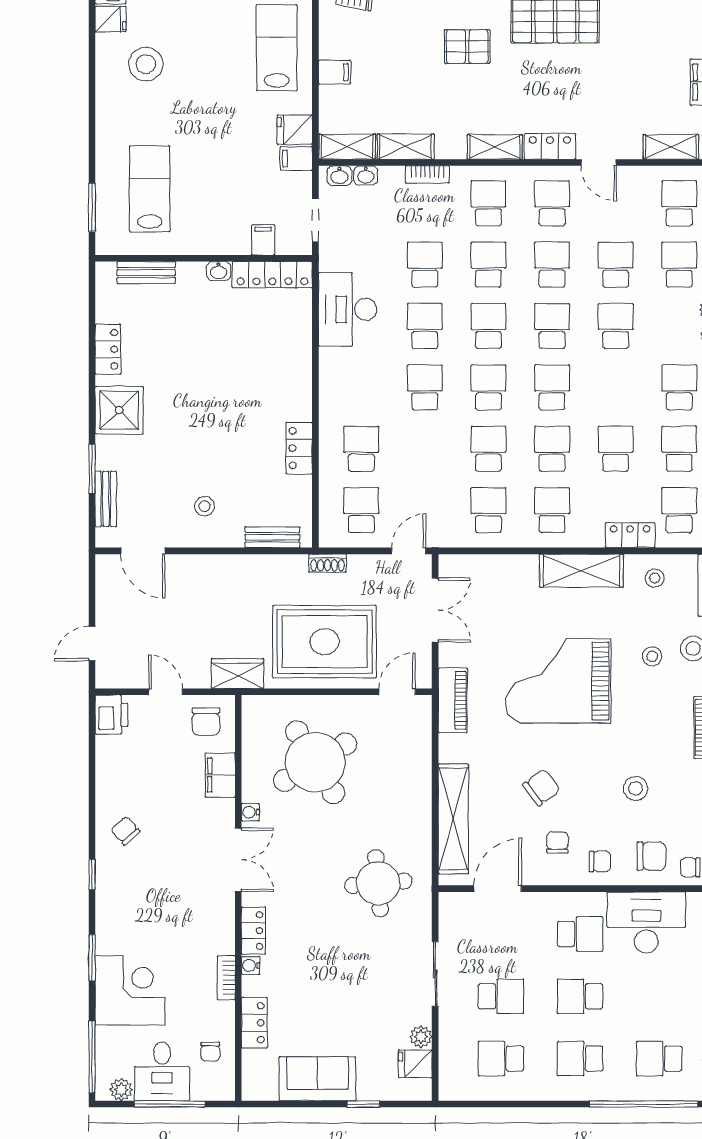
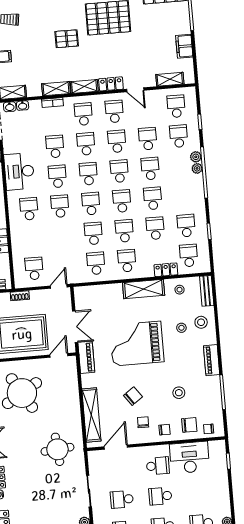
shelving: (406, 147) -> (56, 89), moved
school desk: (679, 387) -> (153, 198), moved
school desk: (361, 449) -> (29, 209), moved
double door: (435, 610) -> (75, 327), moved
school desk: (501, 996) -> (122, 499), turned 180

